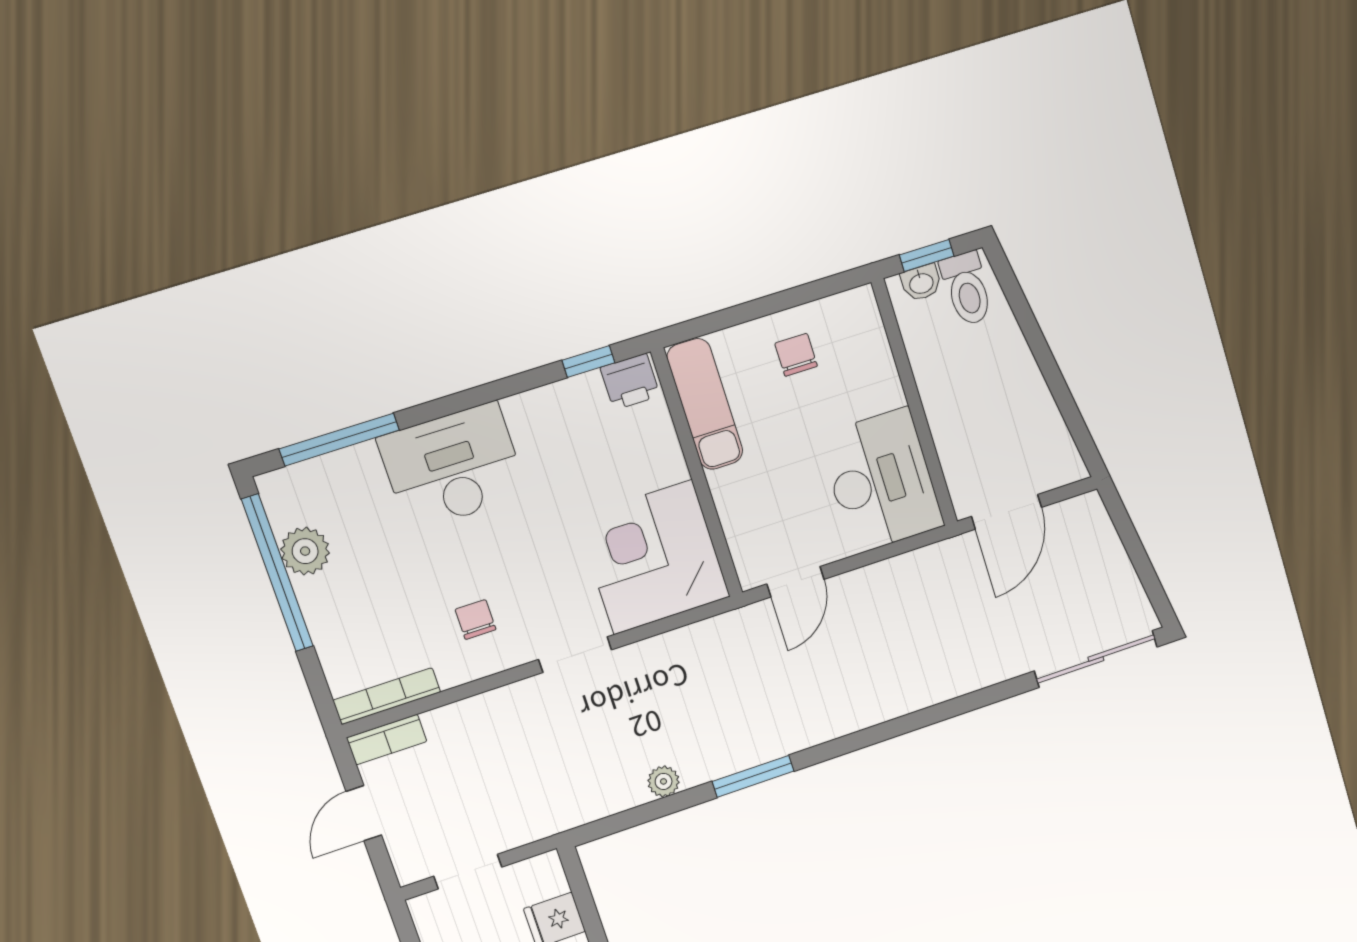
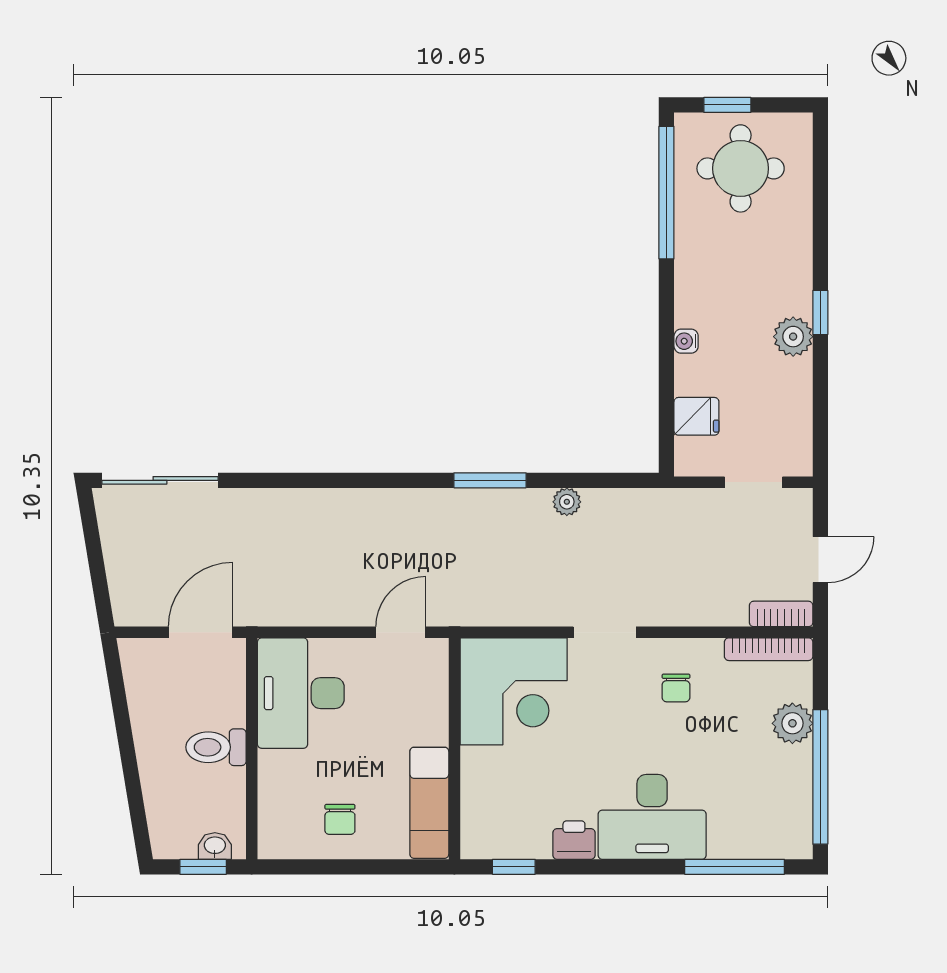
toilet: (967, 289) -> (216, 747), moved, turned -90
printer: (630, 382) -> (574, 840), moved
plant: (305, 551) -> (792, 723), moved

